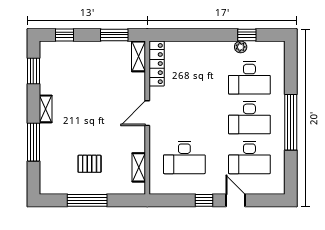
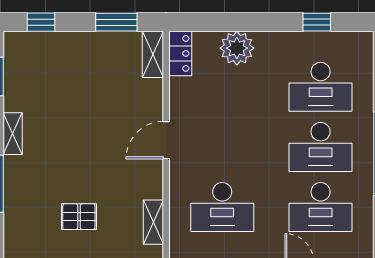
plant: (241, 47) -> (237, 48), moved, width x1.87, depth x1.87
locker: (157, 64) -> (180, 53), width x0.66

